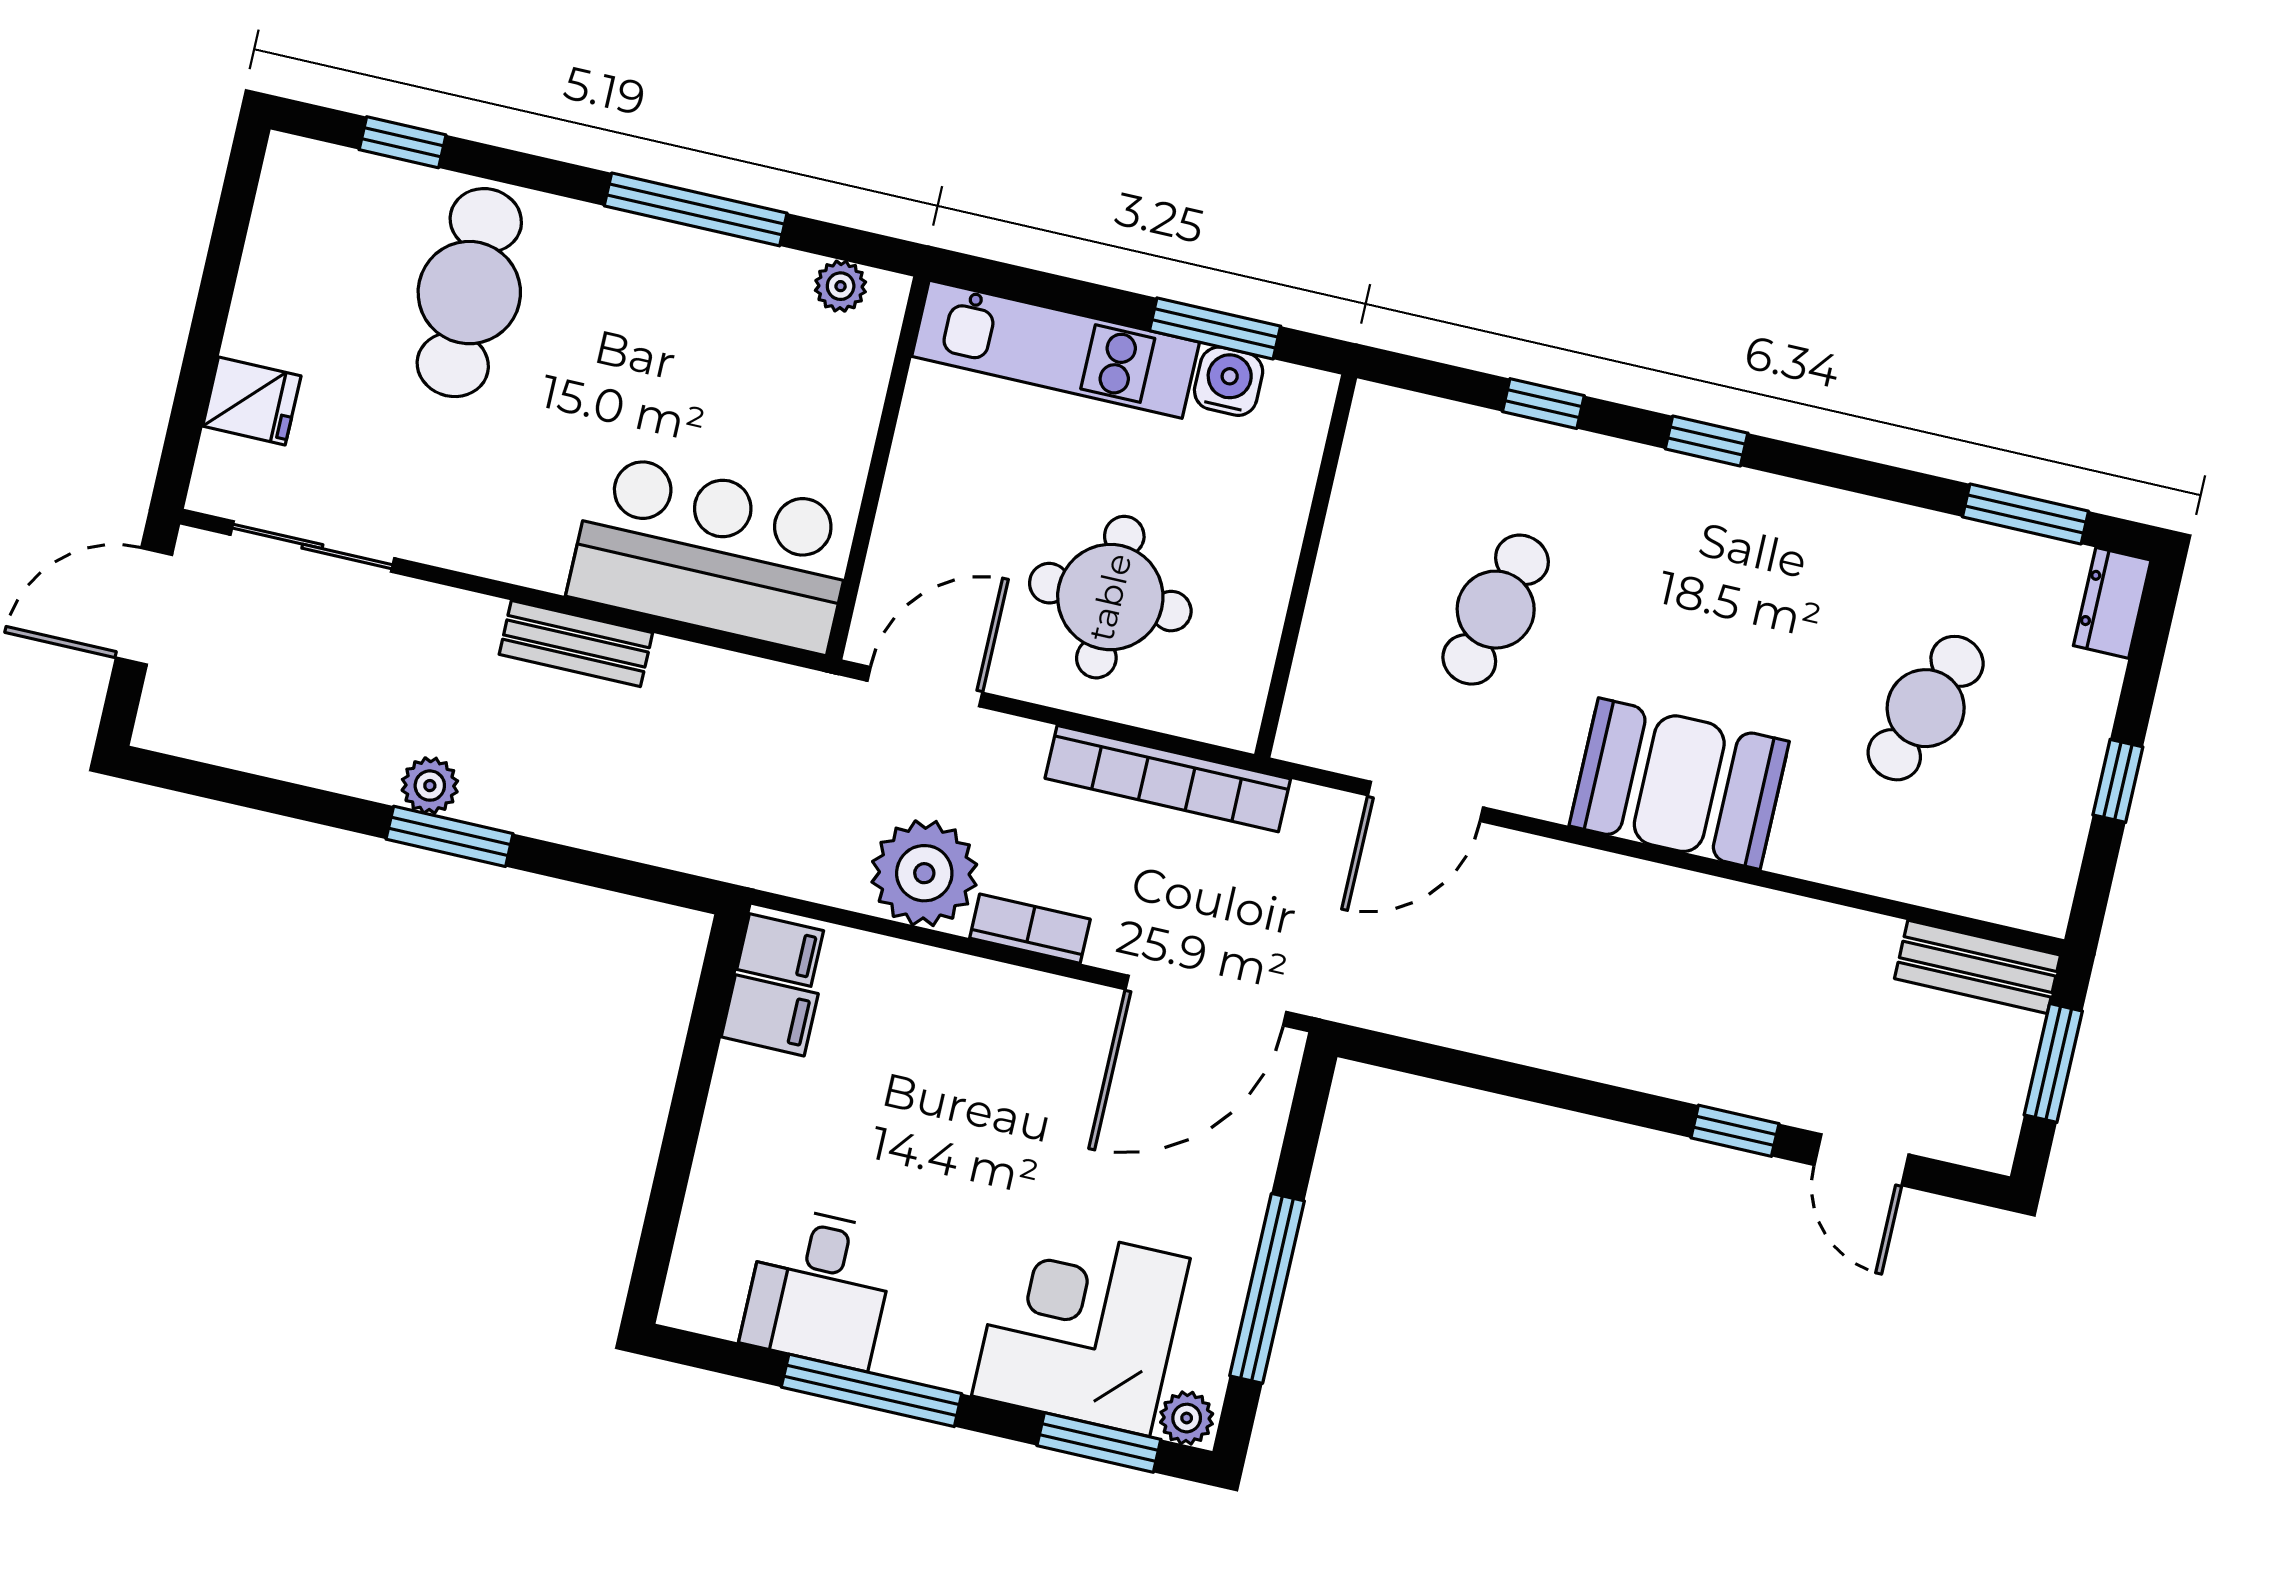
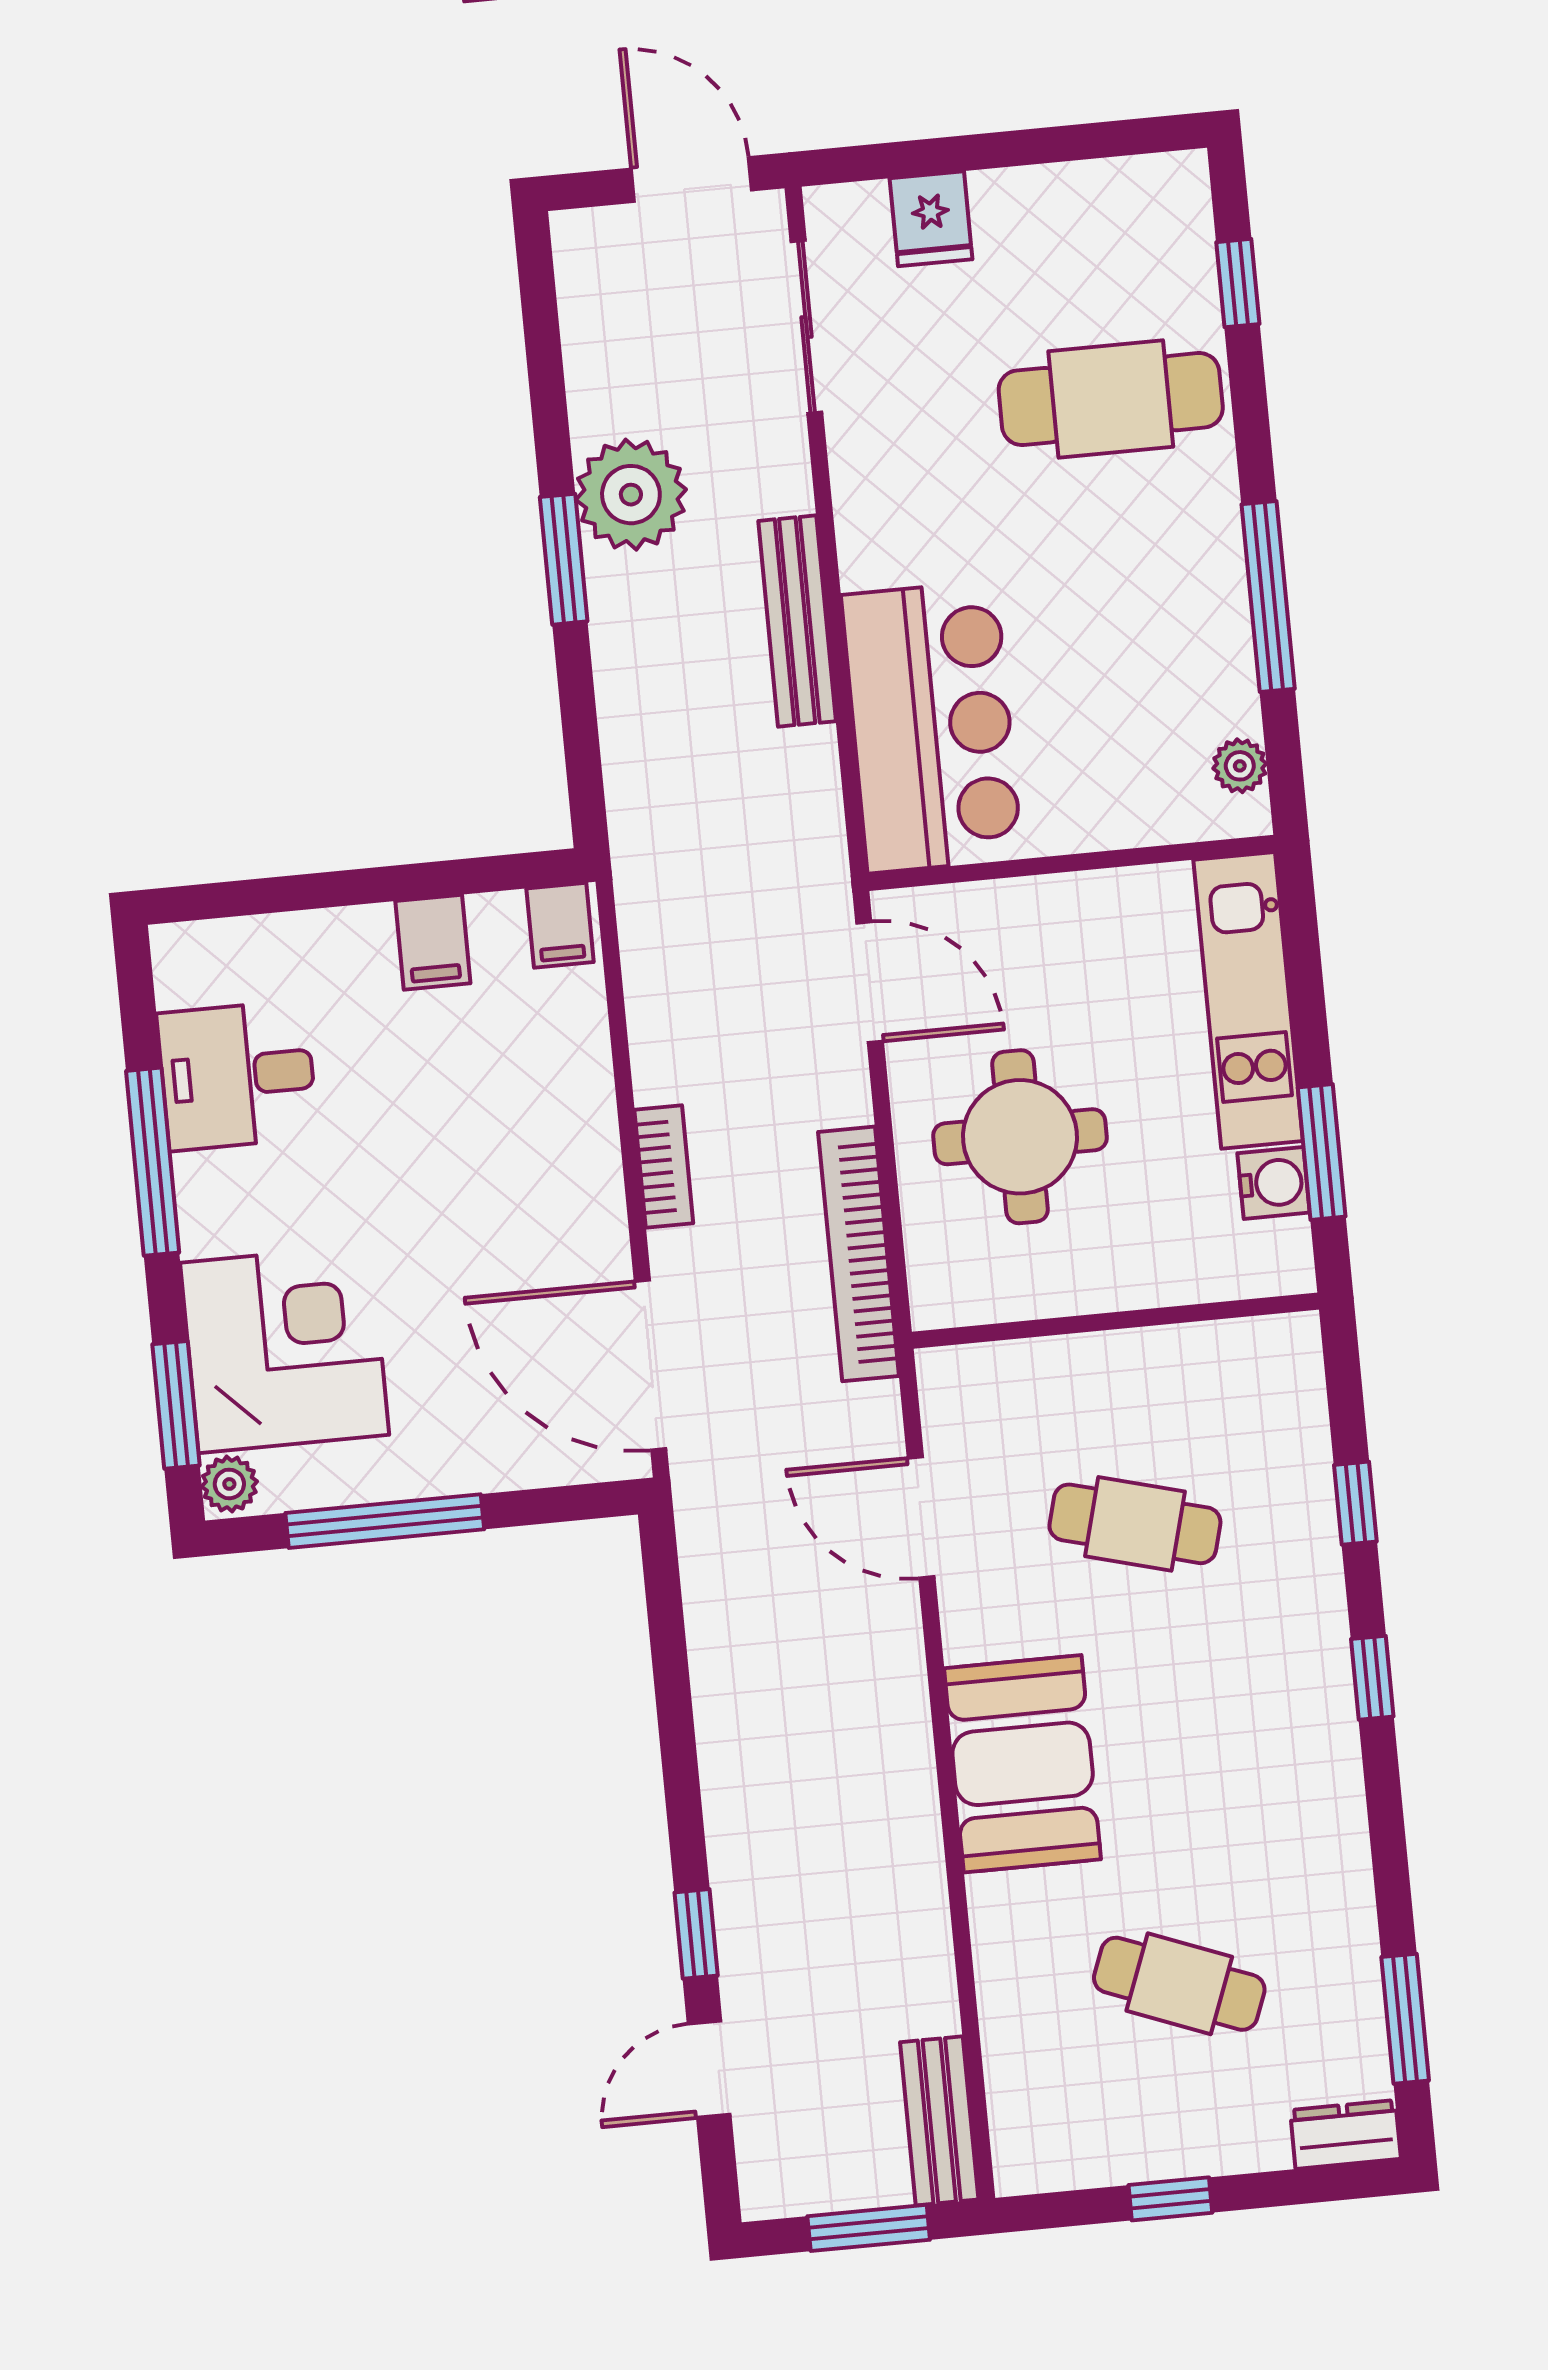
bench: (576, 644) -> (797, 621), width x1.36
plant: (430, 786) -> (631, 495), width x1.88, depth x1.88
plant: (924, 873) -> (684, 1043), removed
filing cabinet: (770, 1015) -> (433, 942), moved

